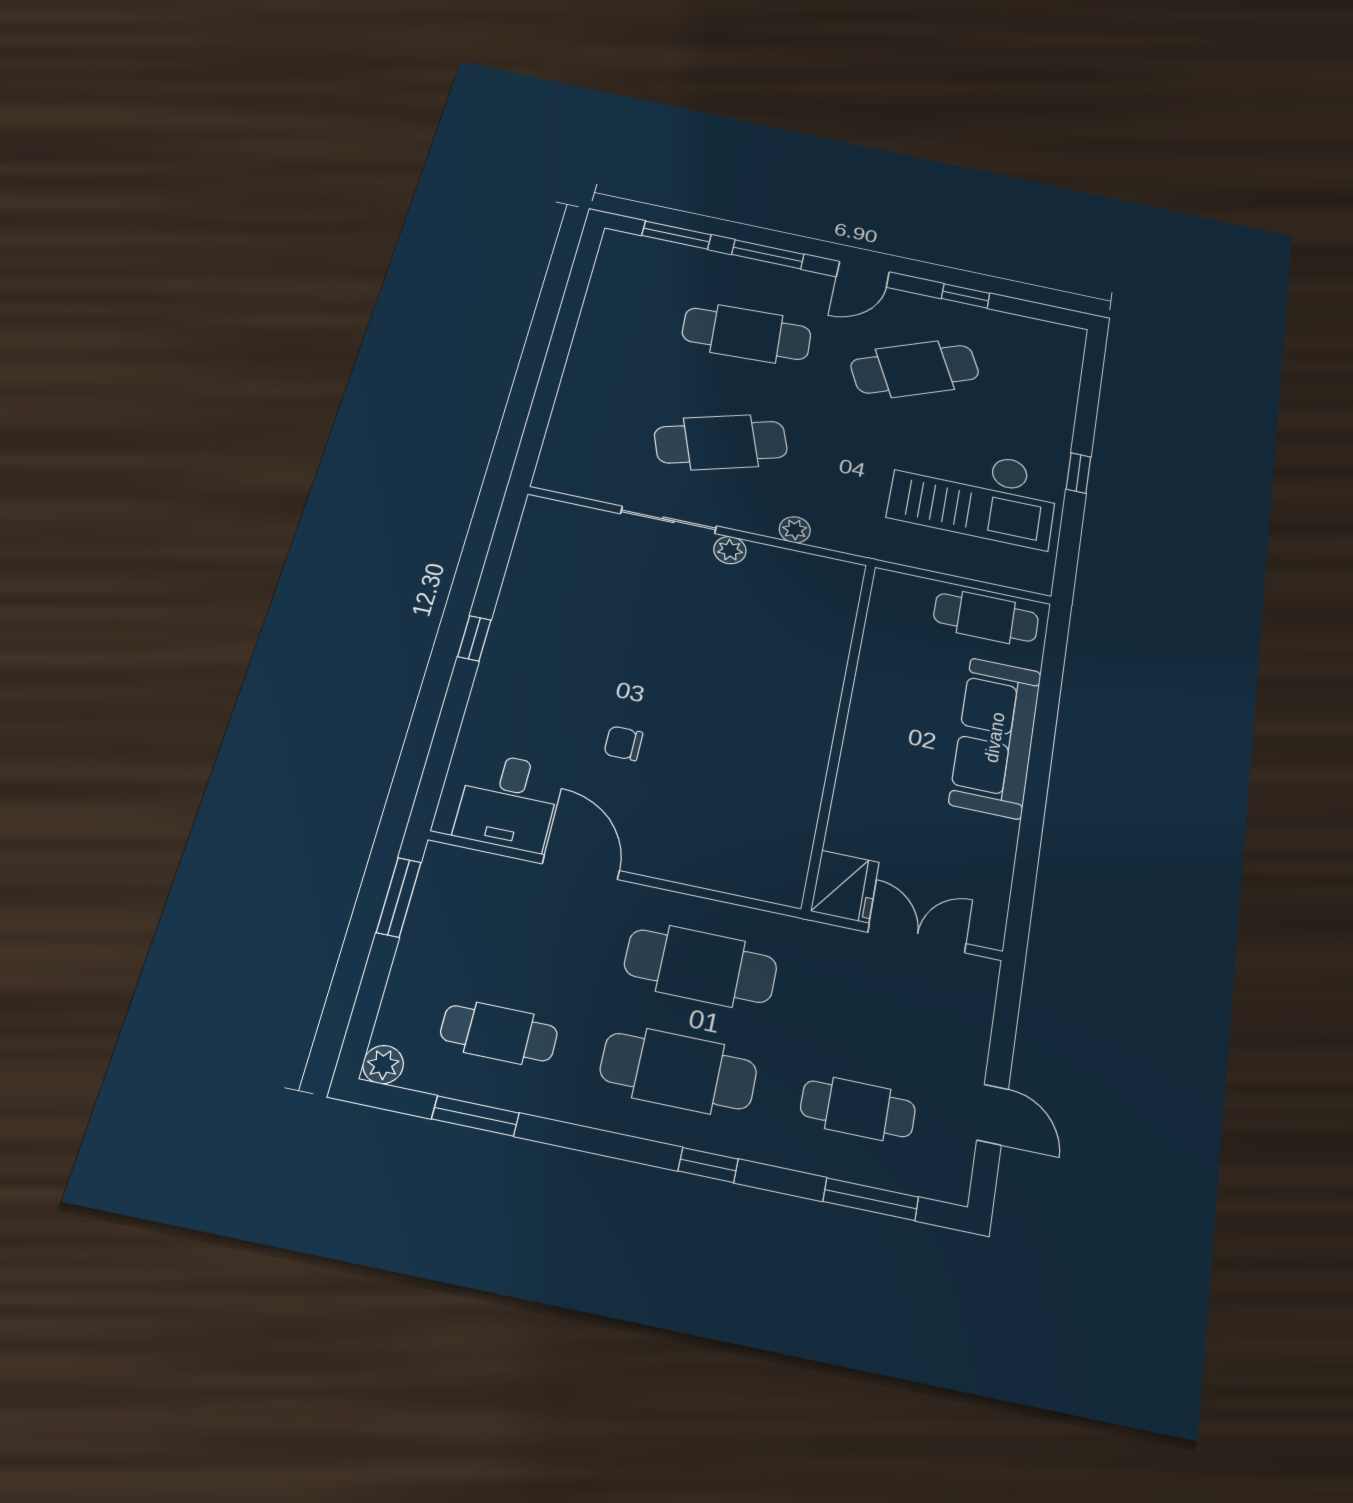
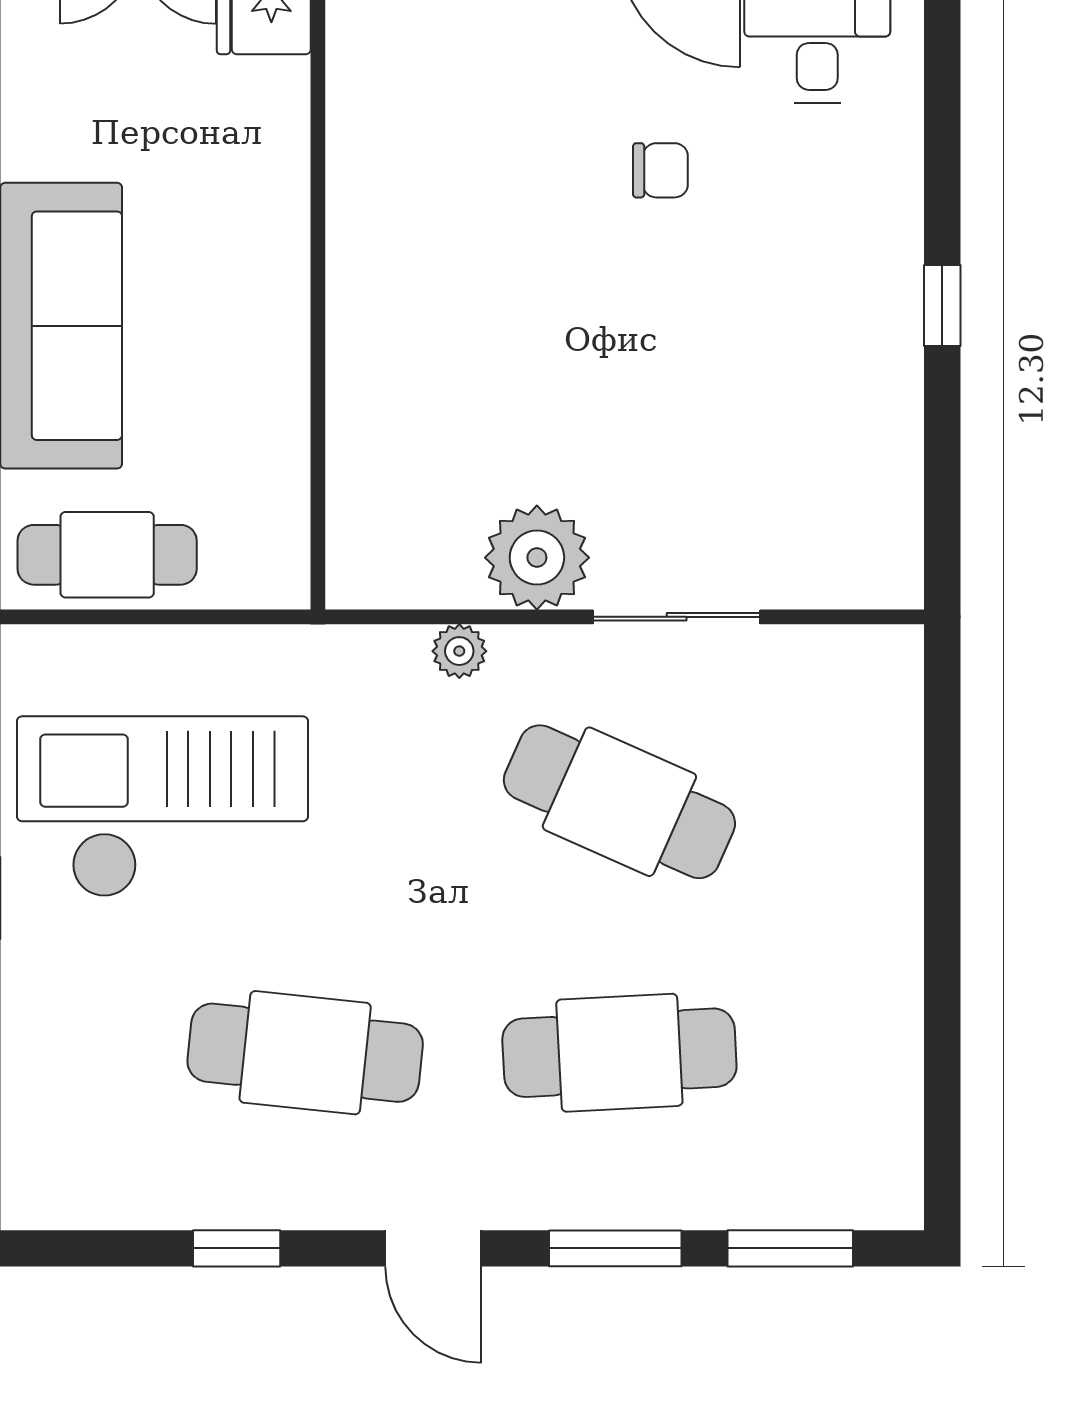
door: (863, 274) -> (433, 1248), swing flipped
cafe table: (915, 369) -> (305, 1053), turned 30
cafe table: (721, 442) -> (619, 802), turned 42
plant: (730, 550) -> (537, 558), width x1.87, depth x1.87

